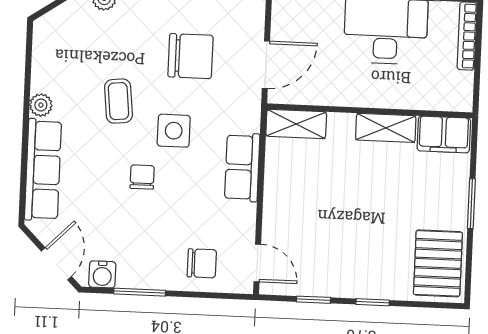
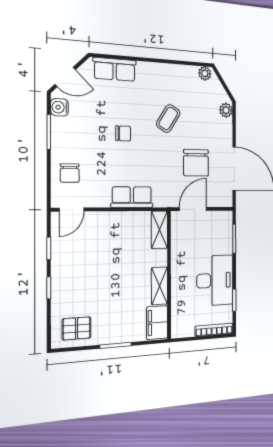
door: (266, 65) -> (193, 209), swing flipped
coffee table: (118, 101) -> (168, 118), turned -52
plant: (41, 105) -> (205, 73), moved
side table: (174, 131) -> (152, 153), removed
row of seats: (43, 170) -> (115, 69), width x0.68
pallet: (438, 263) -> (77, 328), width x0.67, depth x0.71

